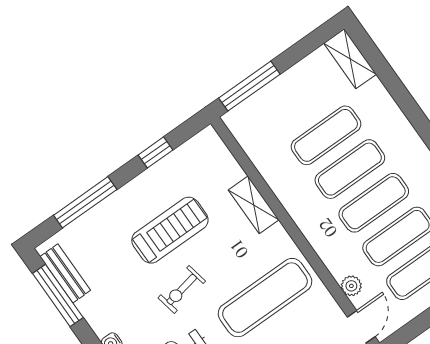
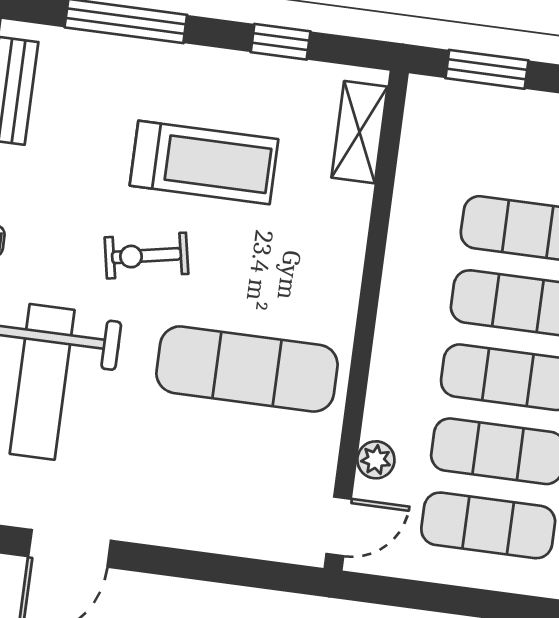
window: (249, 86) -> (487, 69), width x0.69
shelving: (254, 205) -> (359, 132), moved

